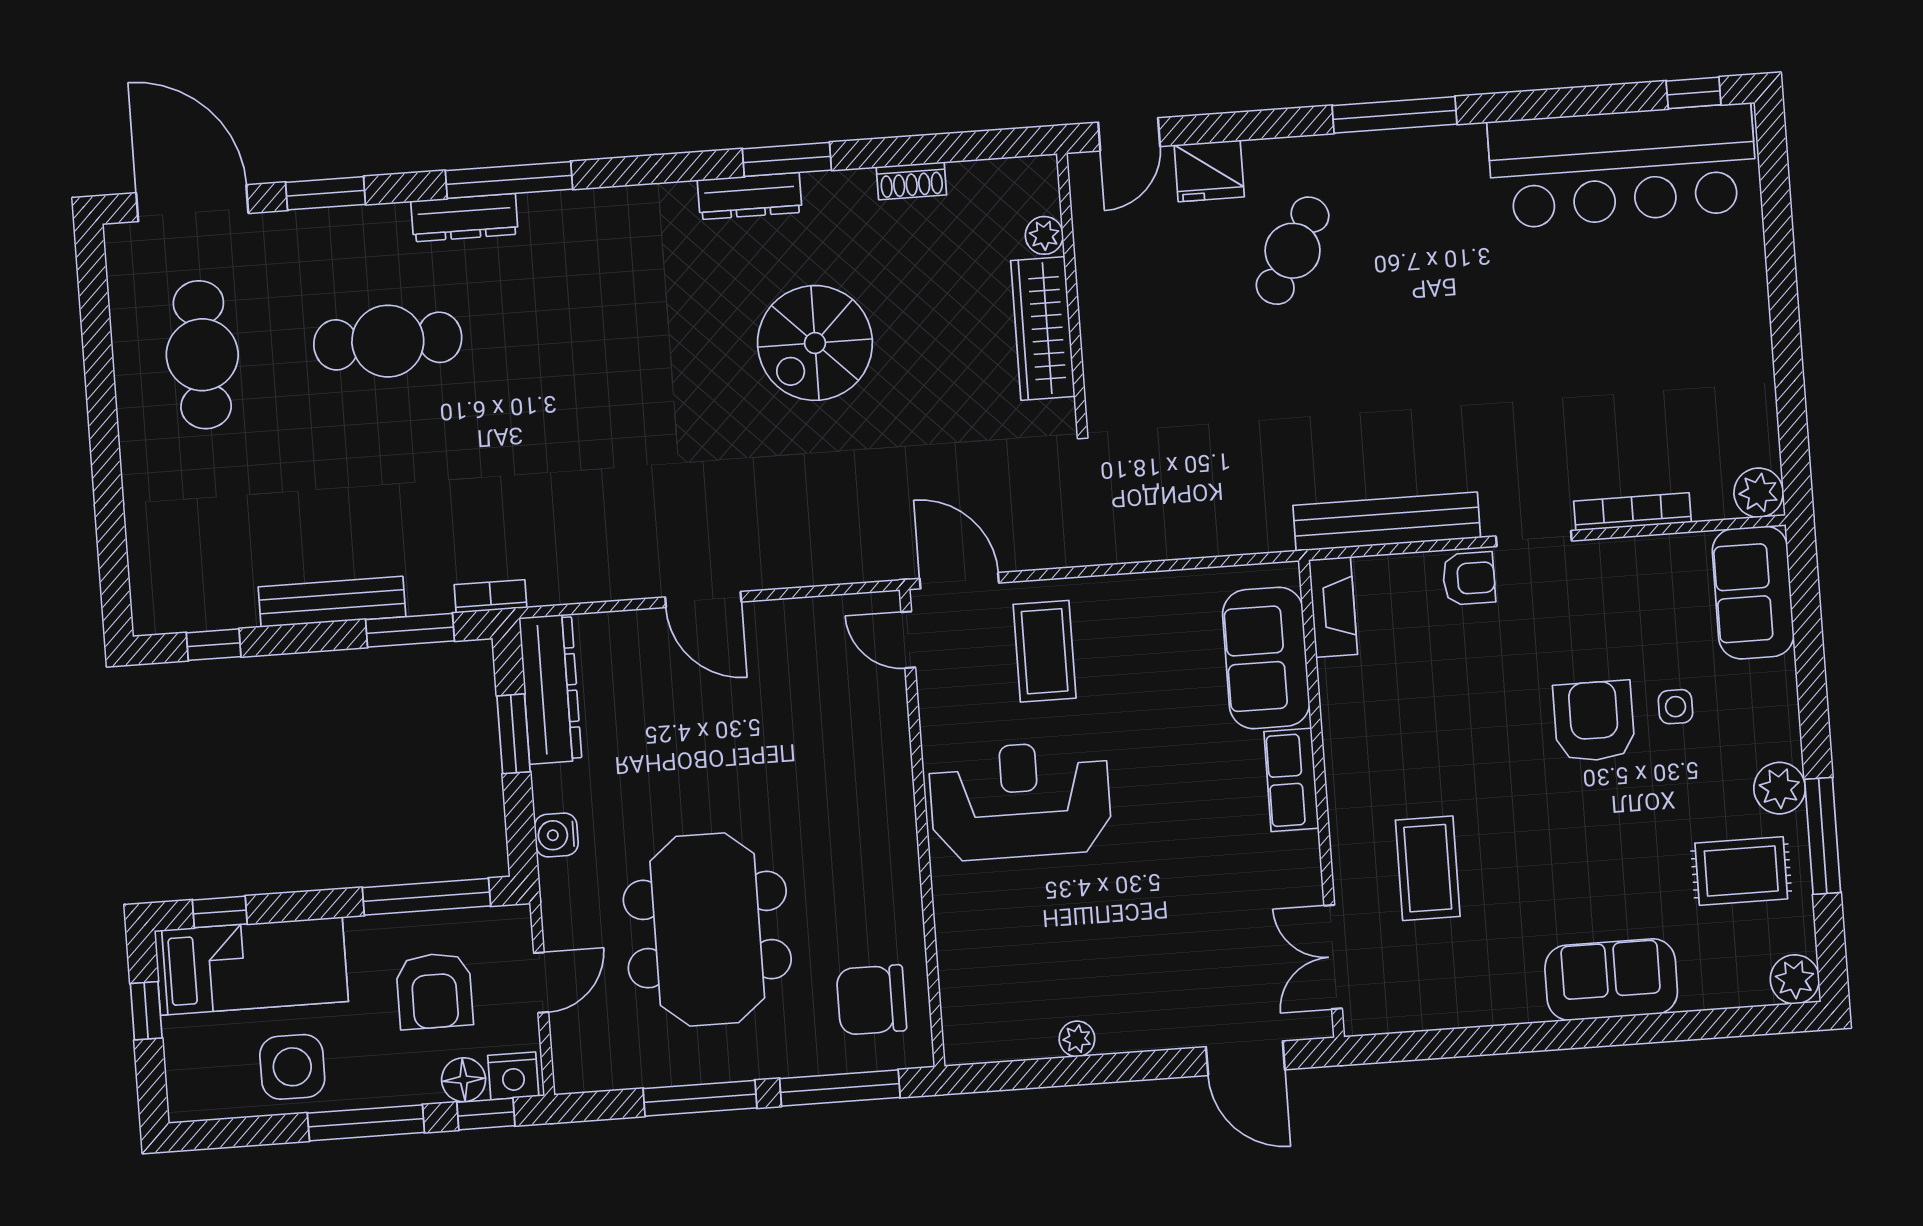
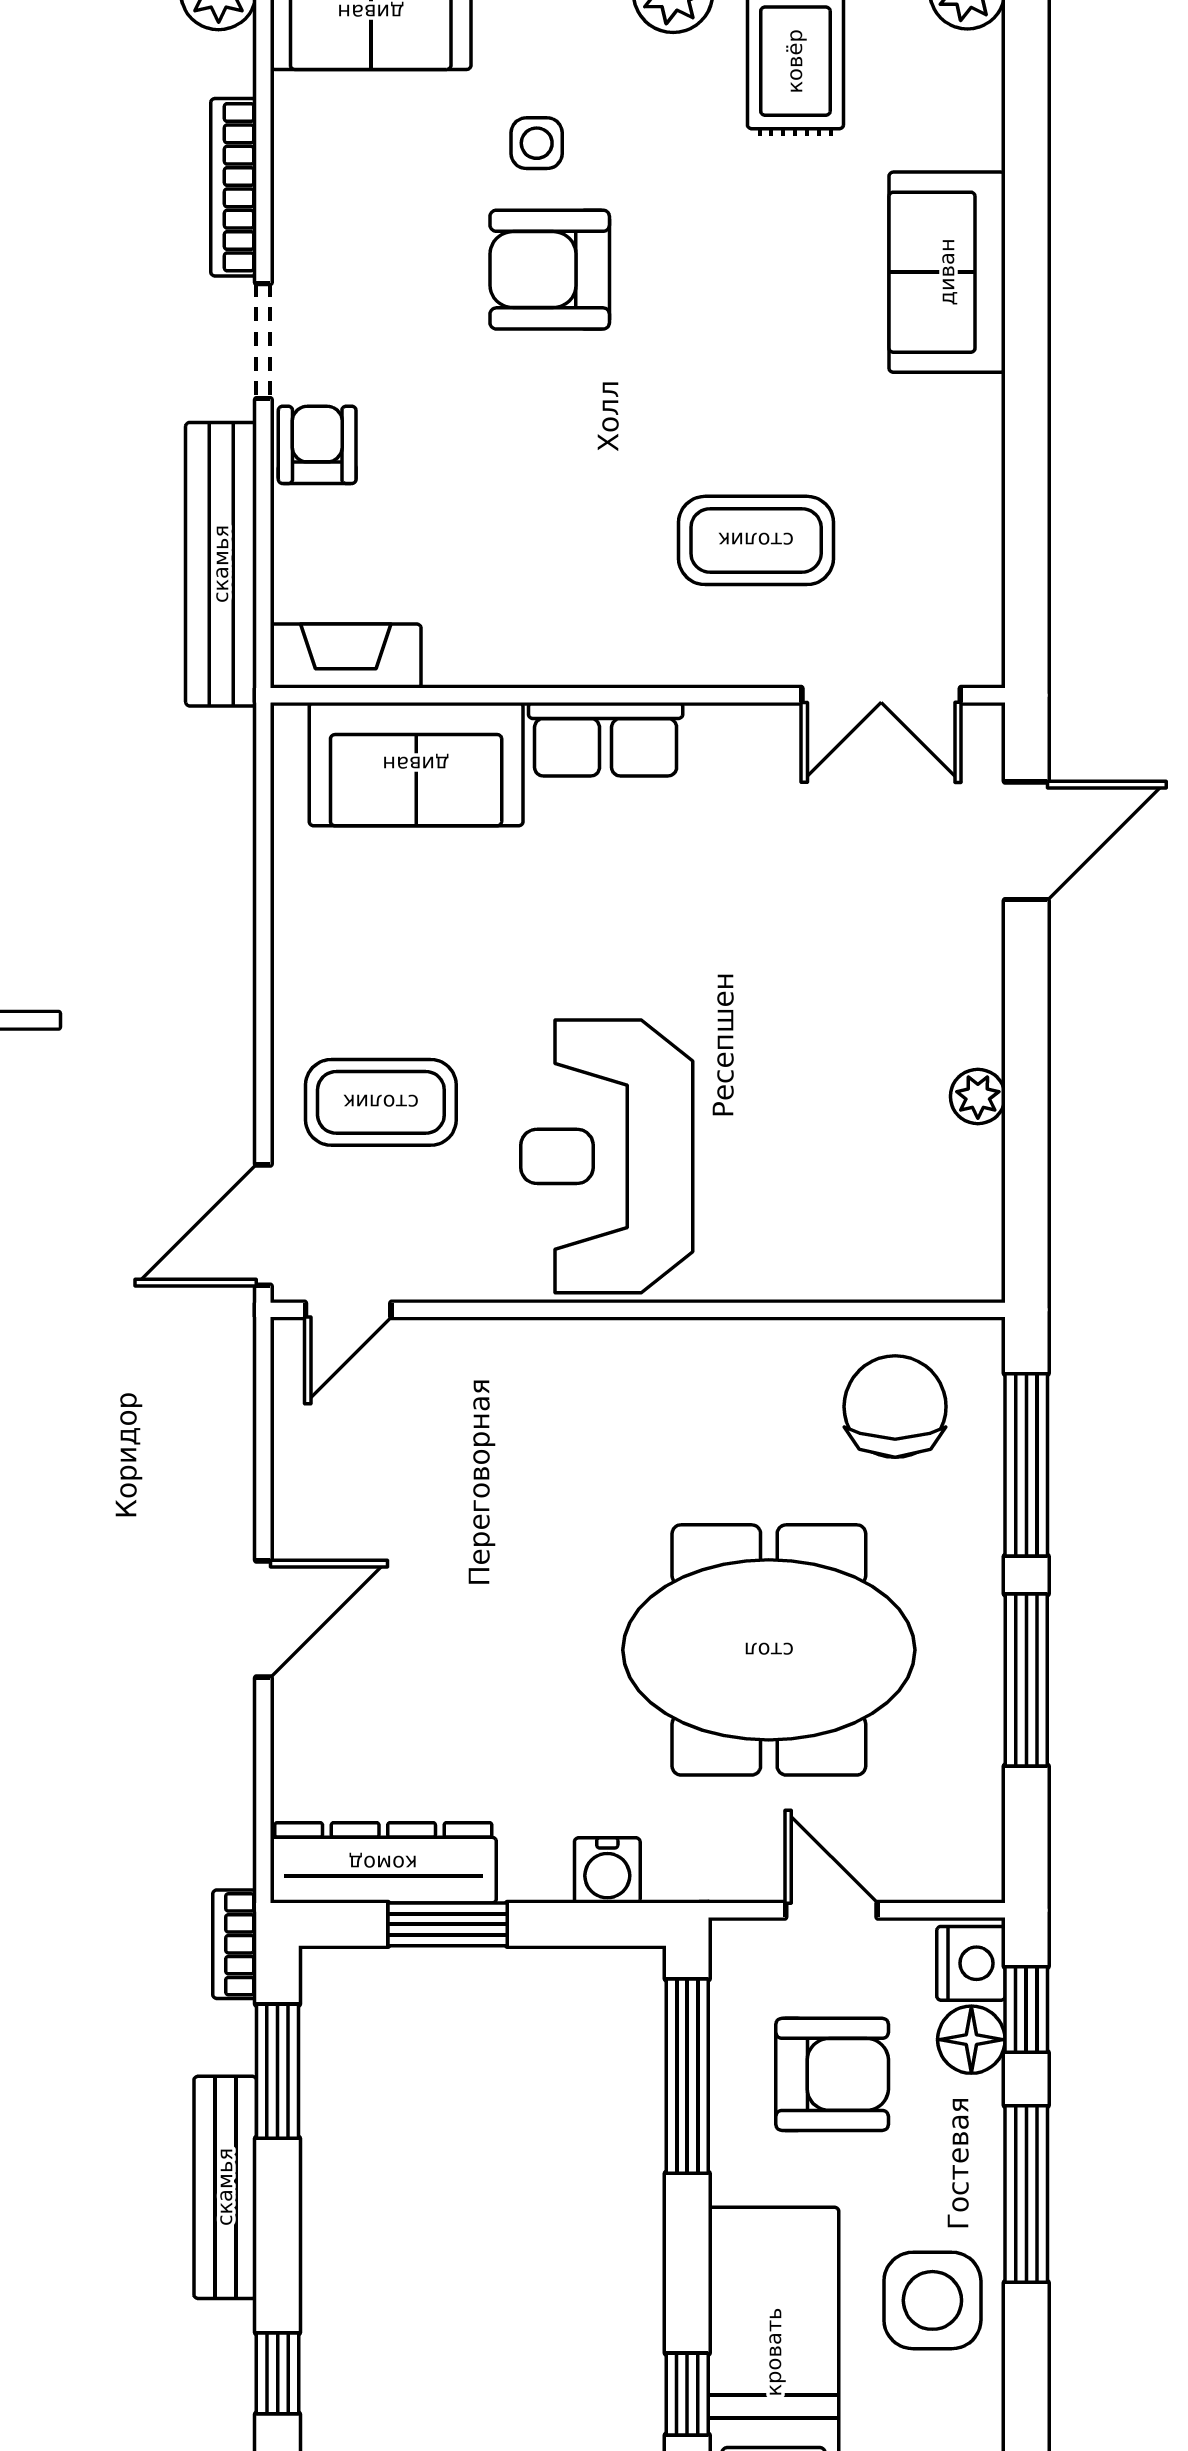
chair: (871, 1000) -> (895, 1407), turned 180

